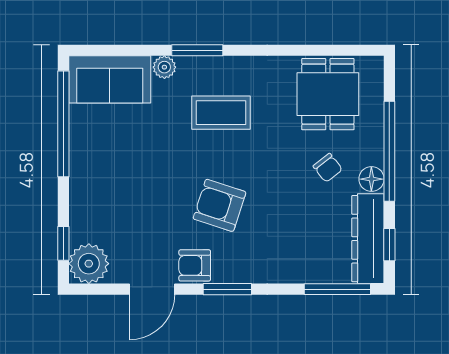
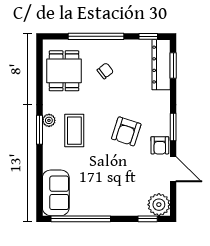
window: (197, 50) -> (39, 130), moved
plant: (164, 67) -> (49, 120), moved
dining table: (328, 94) -> (64, 71), turned 90
floor lamp: (371, 179) -> (112, 46), removed
dresser: (368, 239) -> (161, 65), moved, turned 90
window: (337, 289) -> (173, 66), width x0.69

